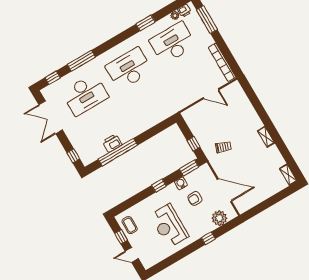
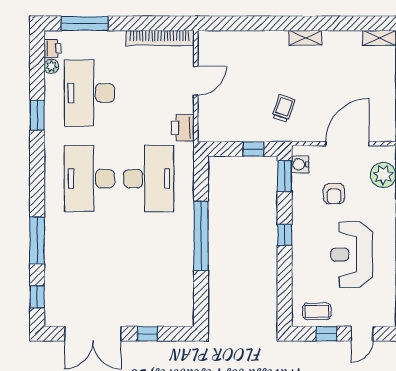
desk: (85, 95) -> (149, 179), moved
printer: (112, 143) -> (183, 128), moved
window: (118, 152) -> (201, 236), moved
window: (73, 156) -> (148, 334), moved
water cooler: (181, 183) -> (300, 164), moved
reception desk: (169, 226) -> (352, 254), turned 90

